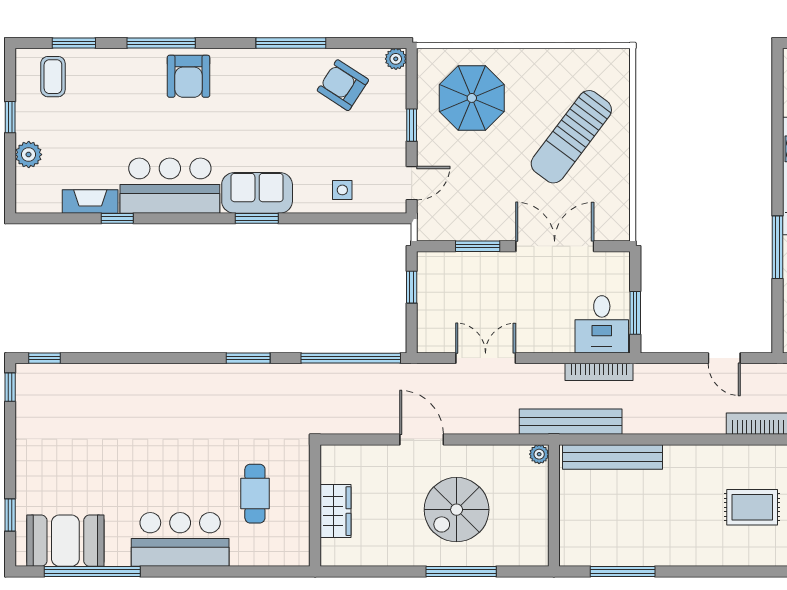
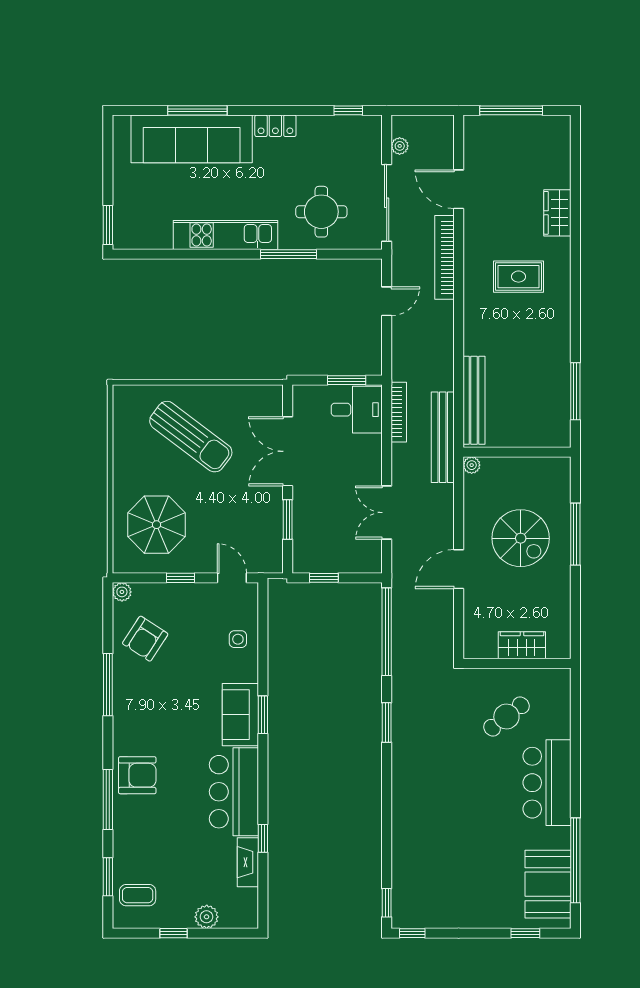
cafe table: (255, 494) -> (506, 716), turned -38
rug: (752, 507) -> (519, 277), turned 90

